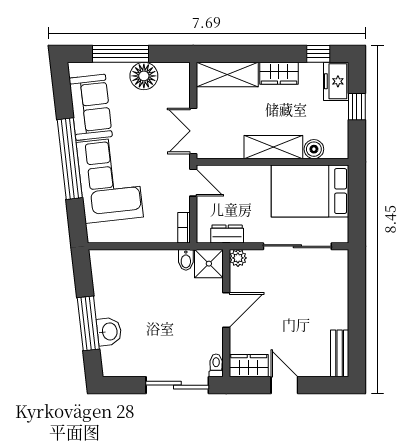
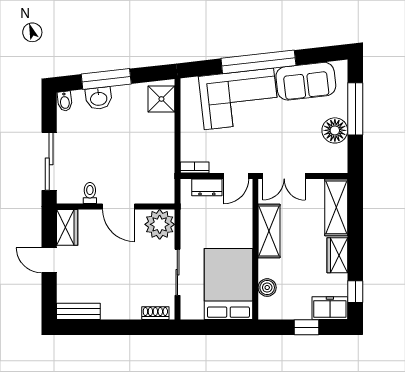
double door: (193, 131) -> (284, 176), swing flipped
shelving: (273, 147) -> (269, 231), moved
dresser: (227, 234) -> (207, 187), moved, turned 90
sliding door: (297, 246) -> (177, 272), width x0.73
plant: (238, 258) -> (160, 224), width x1.88, depth x1.88
bidet: (186, 260) -> (65, 101), moved, turned -96
shower: (209, 264) -> (161, 99), moved
shoe rack: (342, 270) -> (155, 313), added
toilet: (216, 365) -> (90, 193), moved, turned -90
door: (284, 385) -> (49, 260), swing flipped

